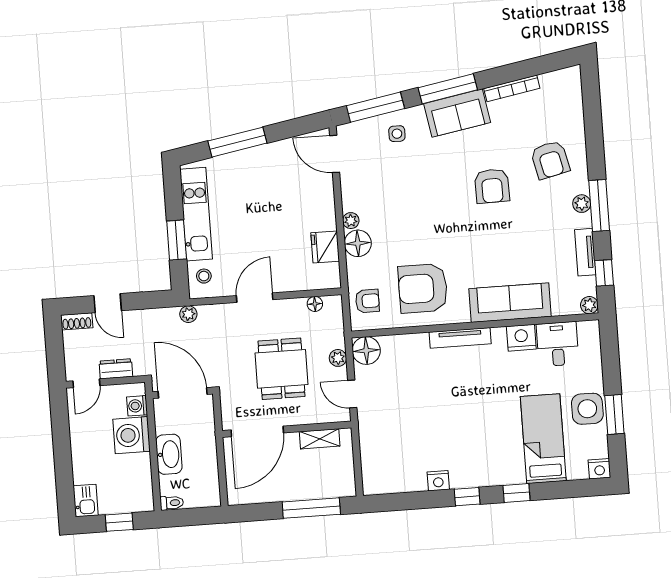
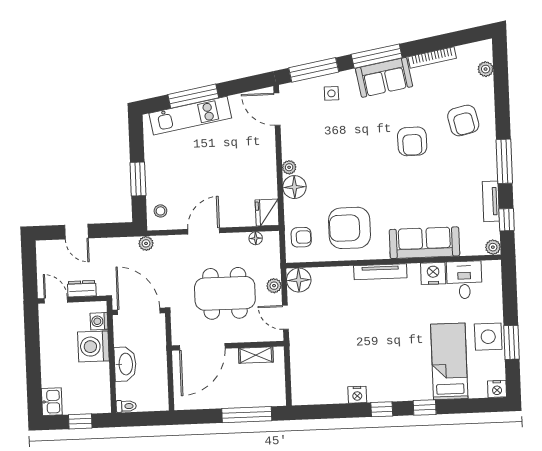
plant: (582, 204) -> (486, 69), moved
kitchen unit: (196, 214) -> (190, 116), moved, turned 80
fridge: (325, 247) -> (267, 213), moved
shoe rack: (77, 321) -> (49, 247), removed
dining table: (282, 369) -> (225, 293), width x1.38
door: (86, 383) -> (56, 300), swing flipped

